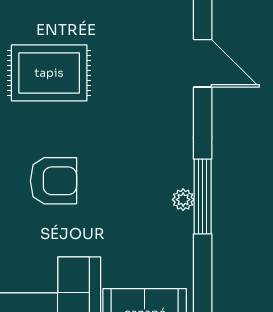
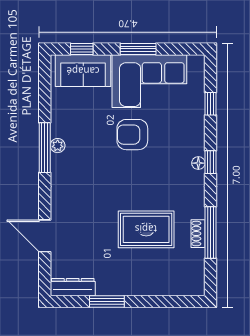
armchair: (53, 181) -> (132, 135), moved

